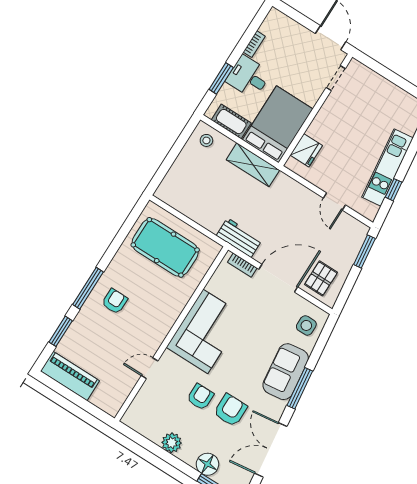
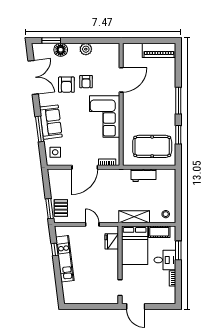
door: (334, 201) -> (92, 224), moved
workbench: (239, 238) -> (143, 175), moved
pallet: (321, 278) -> (61, 208), moved
armchair: (115, 301) -> (160, 103), removed
window: (61, 331) -> (178, 135), moved
door: (150, 368) -> (121, 80), width x1.88
window: (300, 388) -> (40, 129), moved

